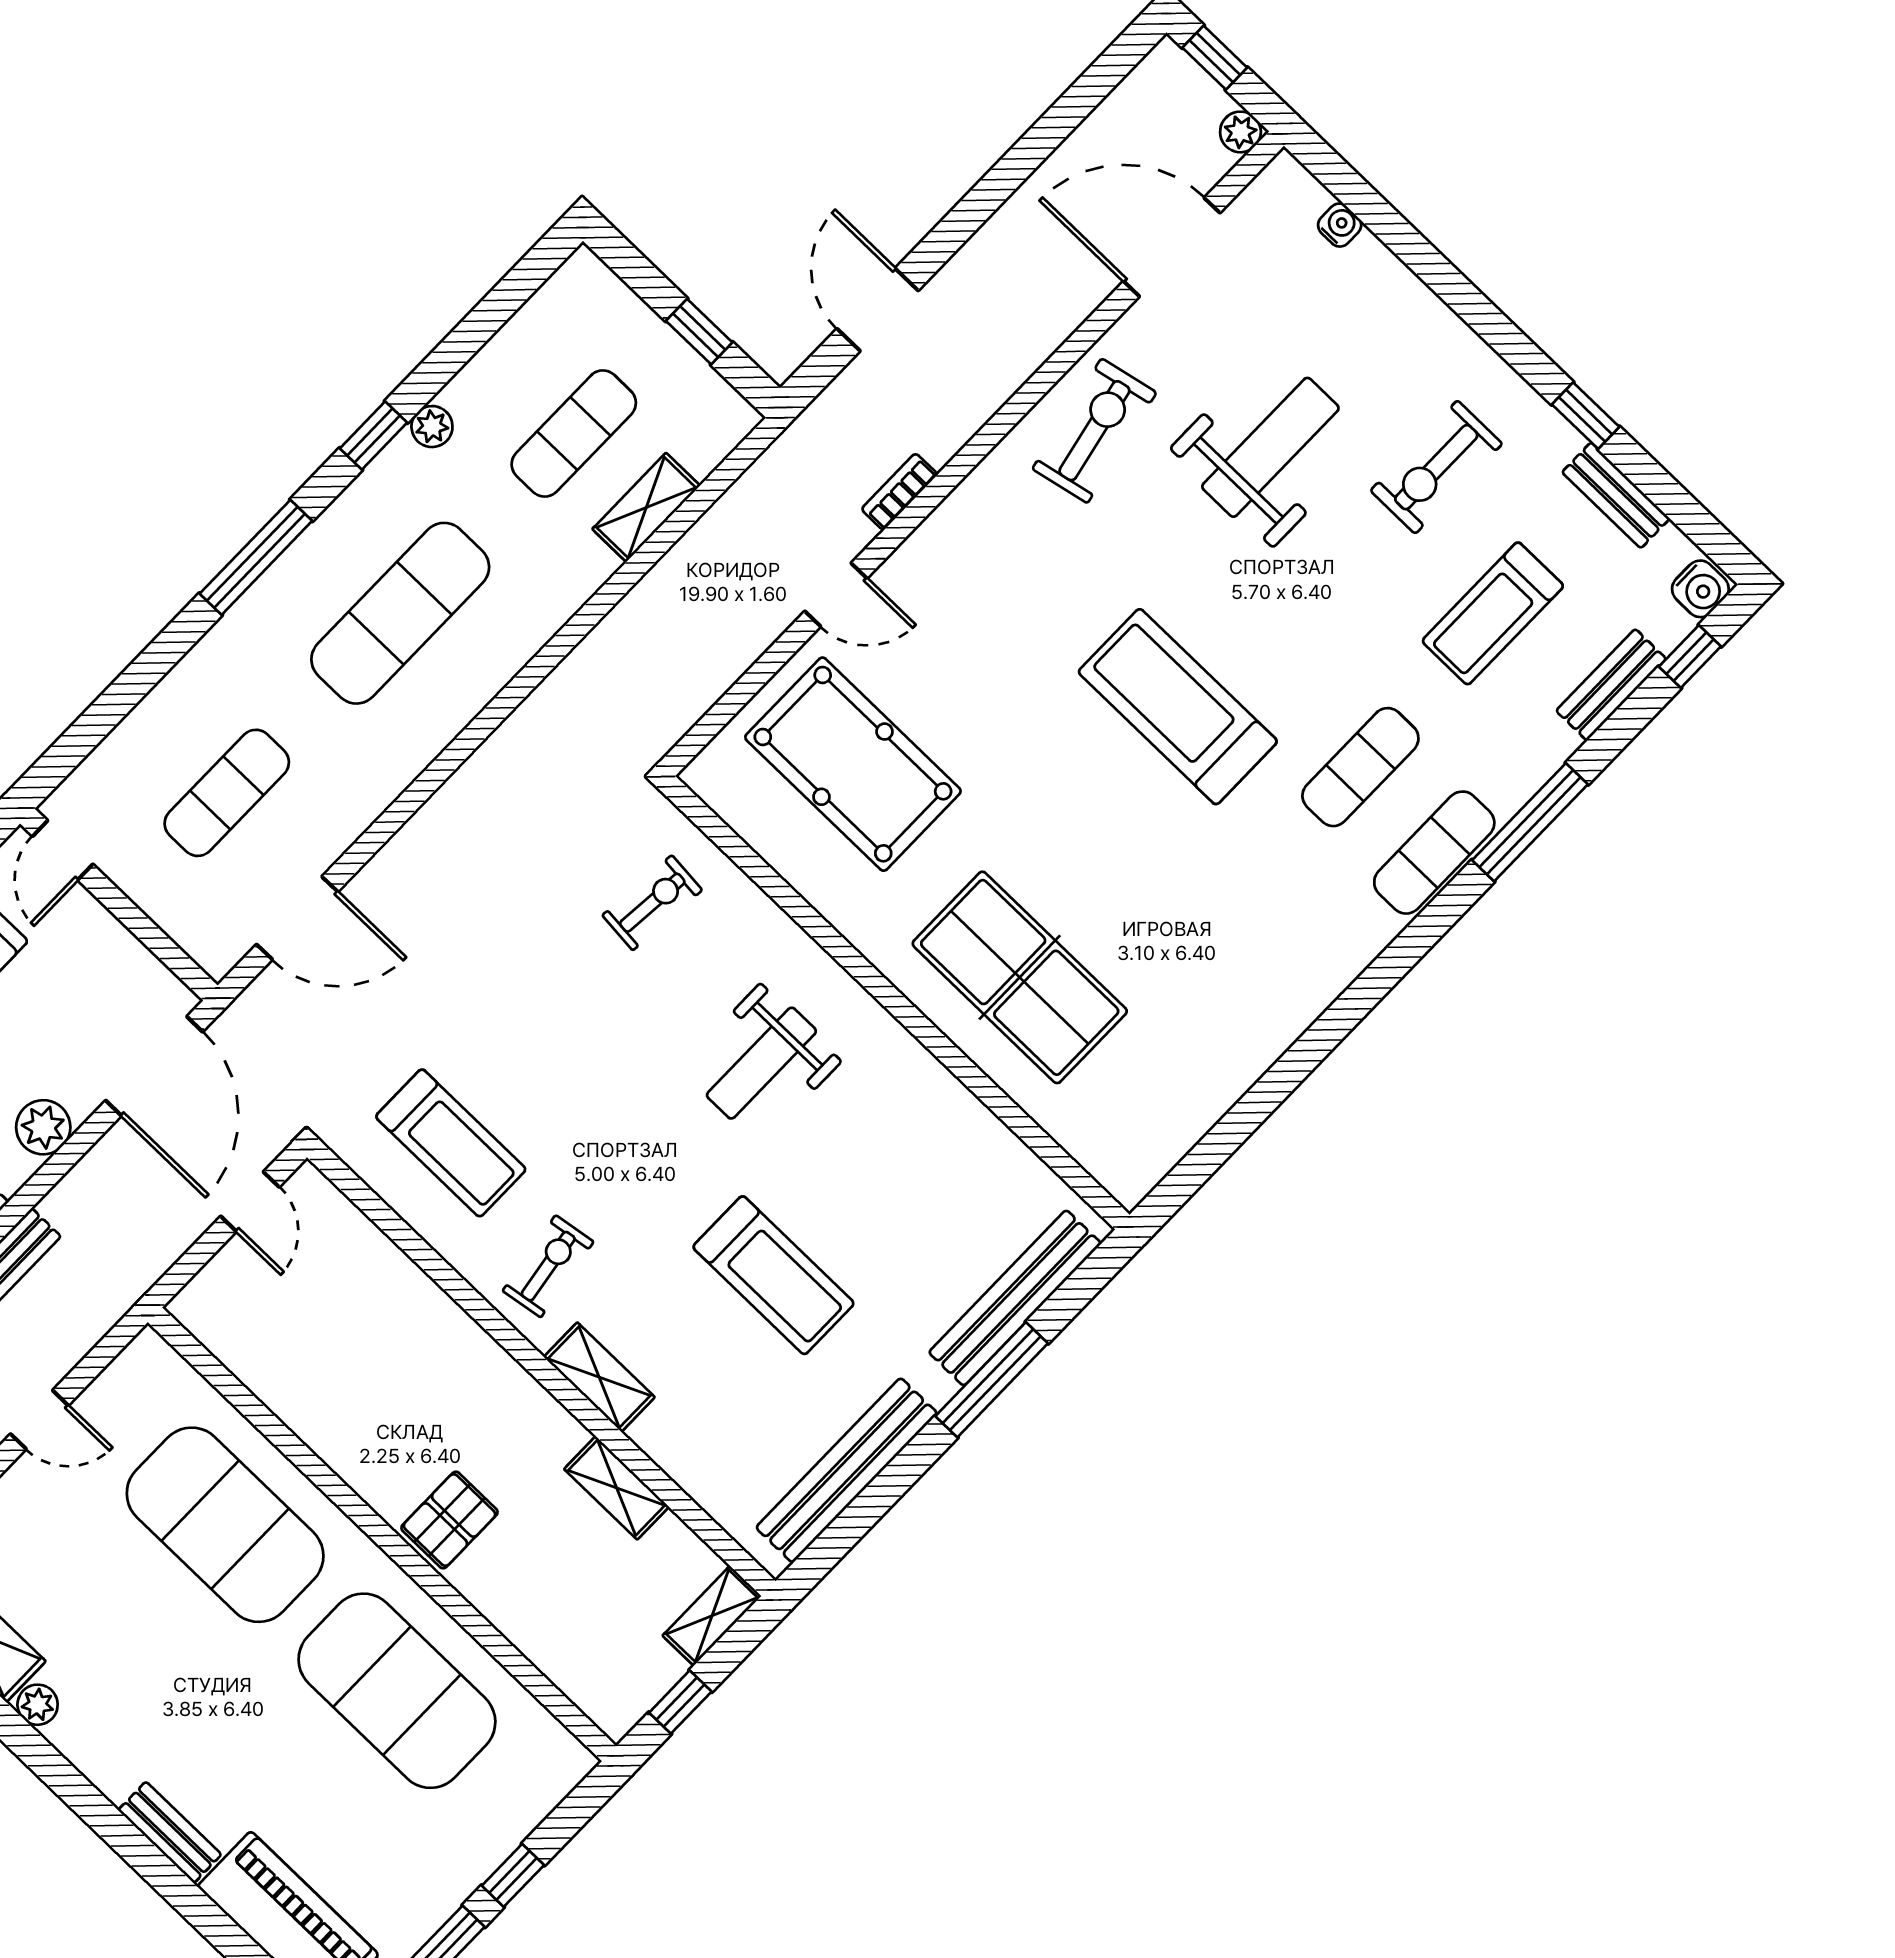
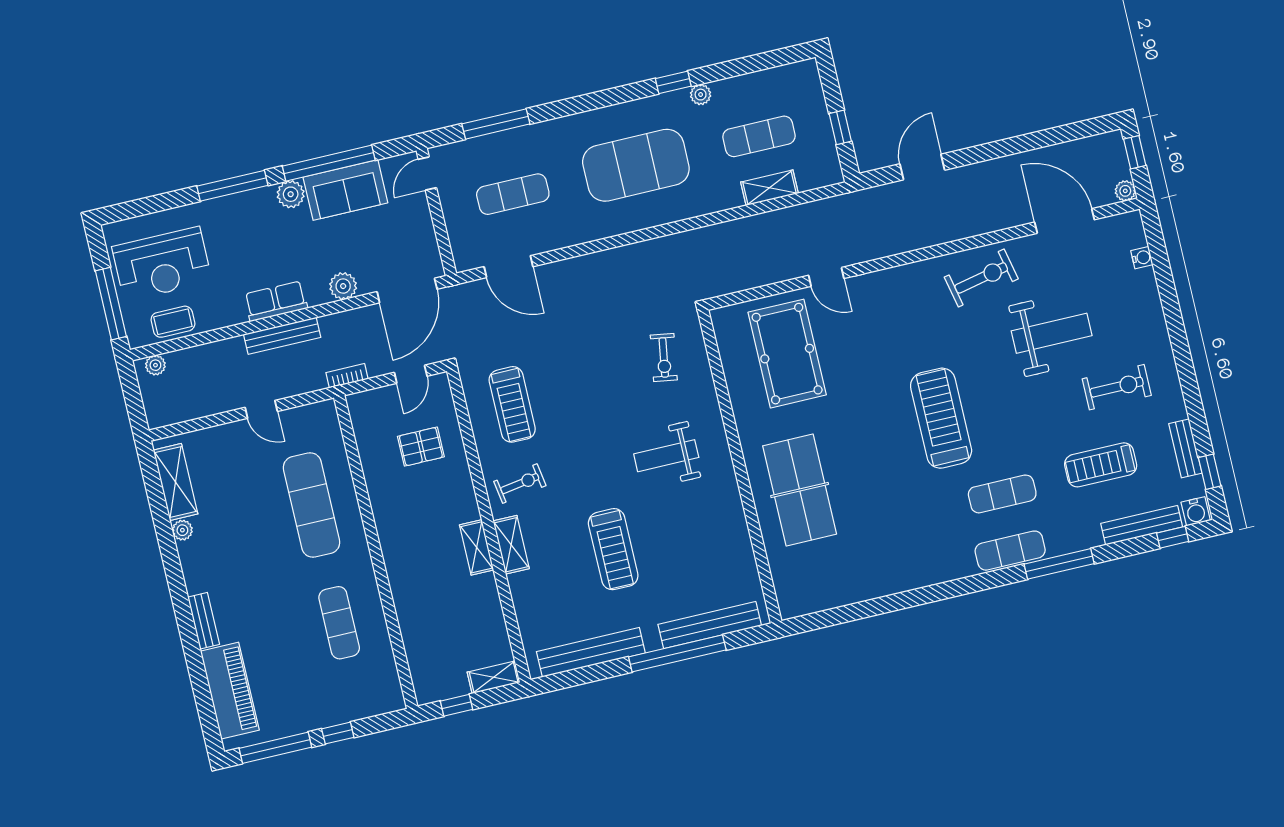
window: (1586, 416) -> (1210, 472), moved
exercise bike: (1436, 467) -> (1117, 387), turned 180
bookcase: (899, 492) -> (347, 376), moved
window: (256, 557) -> (496, 124), moved
exercise mat: (400, 613) -> (636, 165), width x1.47
bench: (1611, 685) -> (1142, 525), width x1.36
exercise bike: (652, 903) -> (664, 357), turned 94
window: (992, 1380) -> (677, 653), width x1.46
shelving: (617, 1488) -> (477, 547), moved
pallet: (450, 1520) -> (421, 447), moved
exercise mat: (225, 1525) -> (311, 505), width x0.68
exercise mat: (397, 1691) -> (339, 623), width x0.50, depth x0.69

